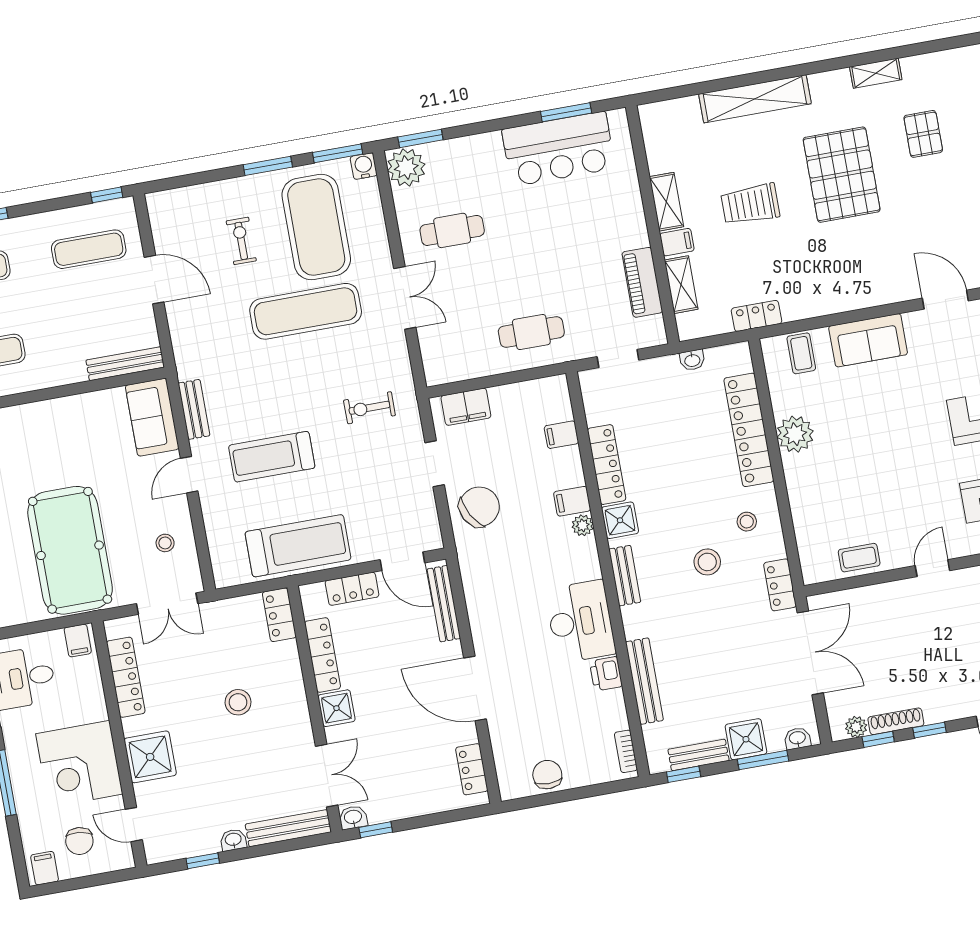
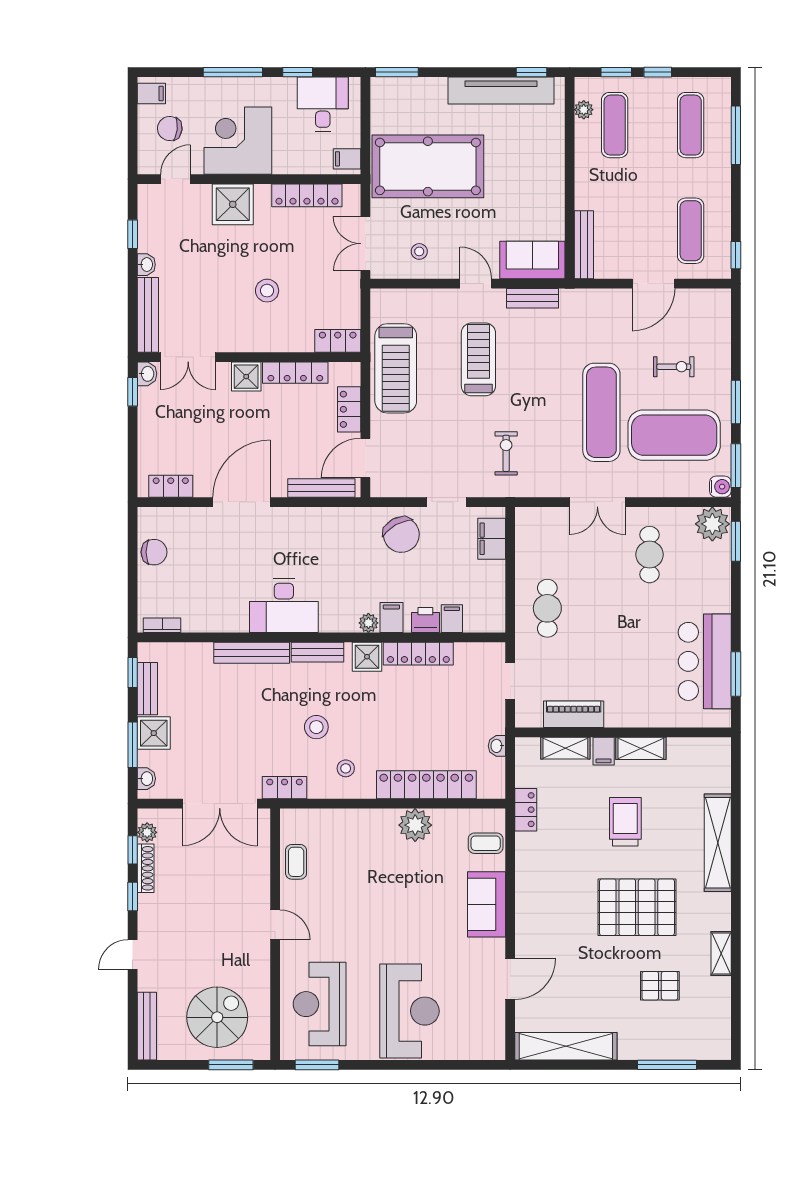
printer: (606, 674) -> (425, 620), moved
bench: (644, 681) -> (252, 653), moved

